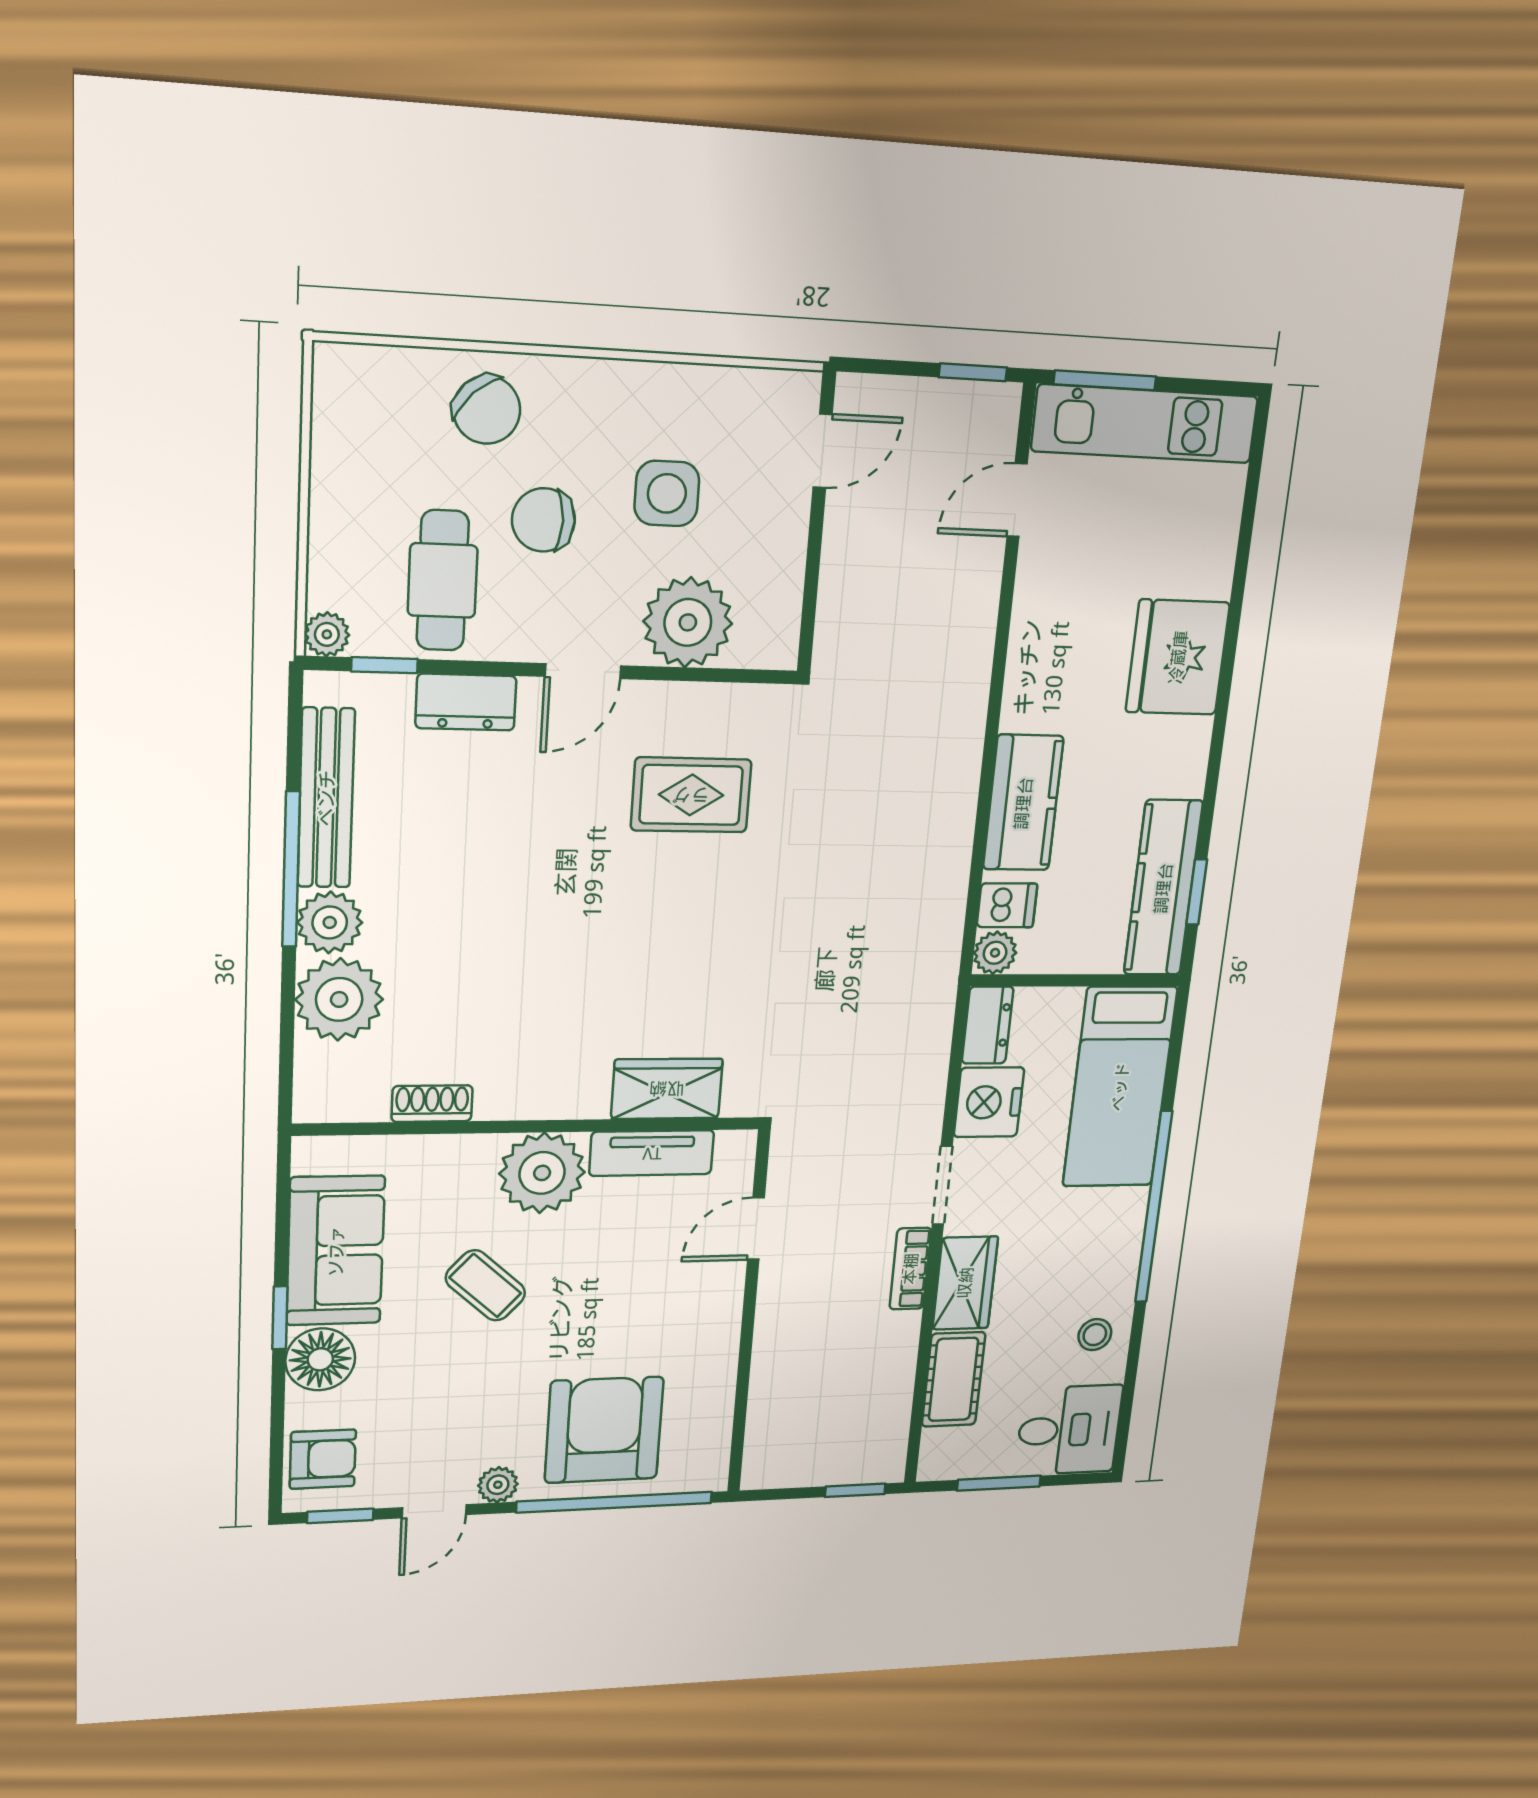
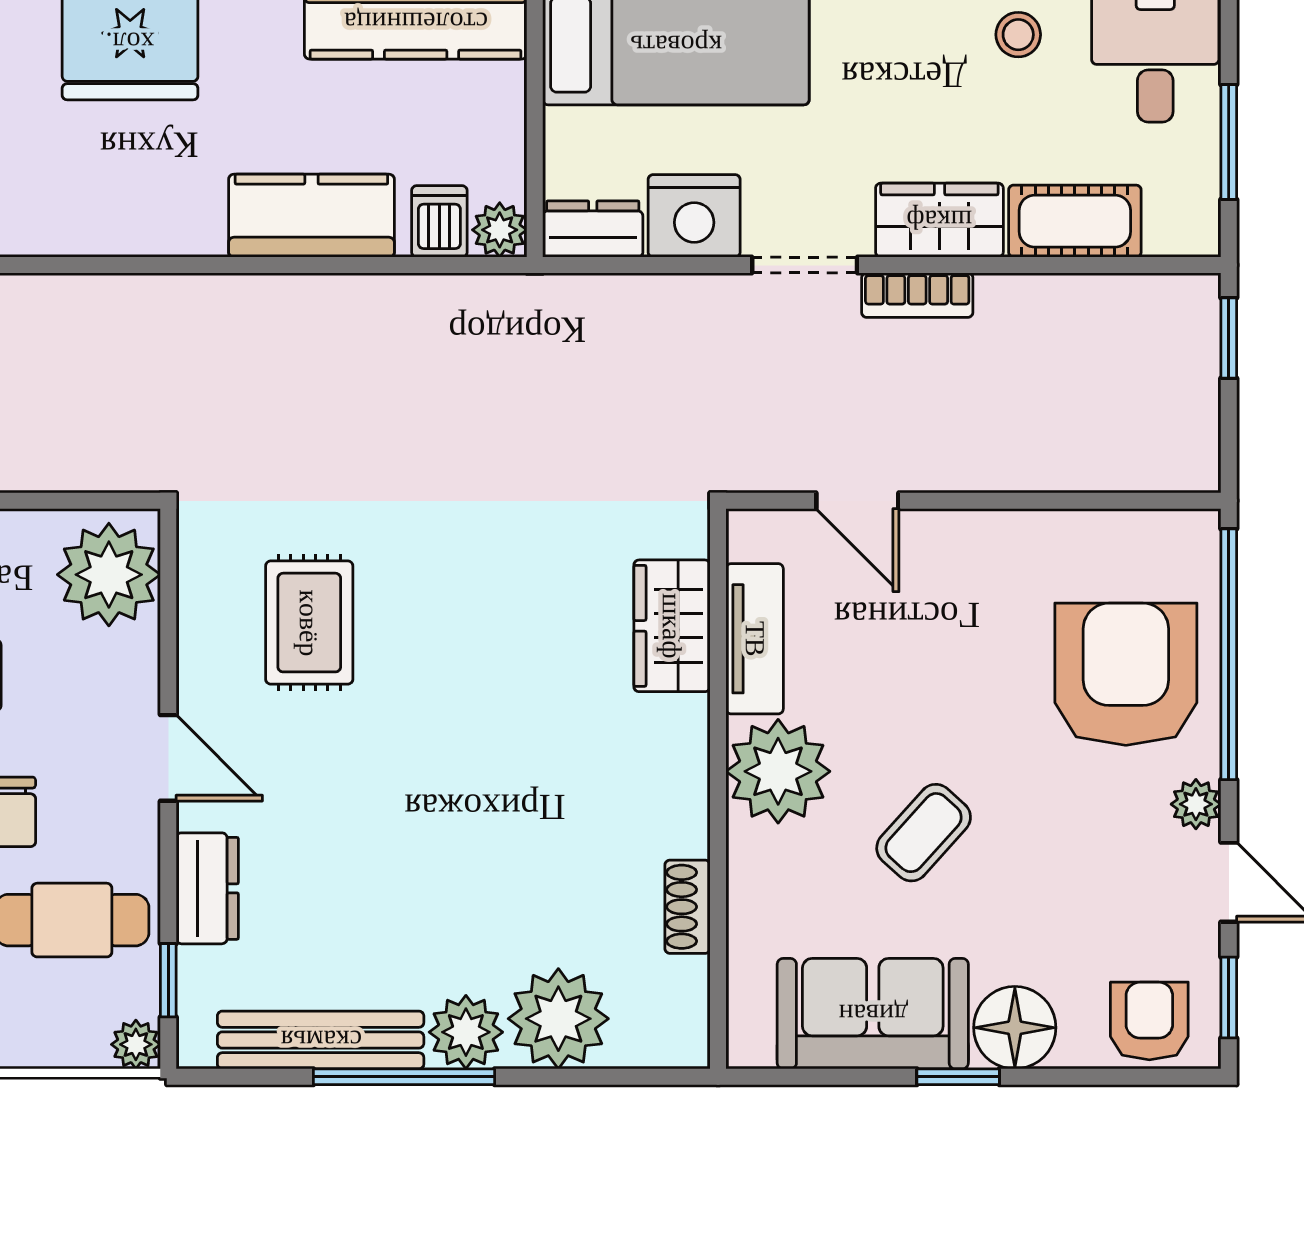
plant: (688, 622) -> (109, 575), moved
armchair: (604, 1430) -> (1126, 674), turned 90

